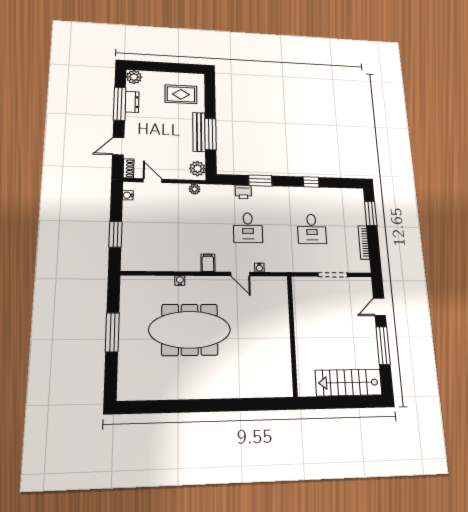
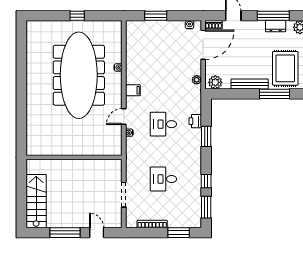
rug: (181, 94) -> (285, 68), width x1.36, depth x1.43
window: (210, 134) -> (275, 94), moved
door: (153, 181) -> (203, 45), width x1.87
window: (340, 183) -> (206, 207), added
meeting table: (190, 330) -> (79, 75), width x1.36, depth x1.27
window: (112, 332) -> (77, 16), width x0.46

